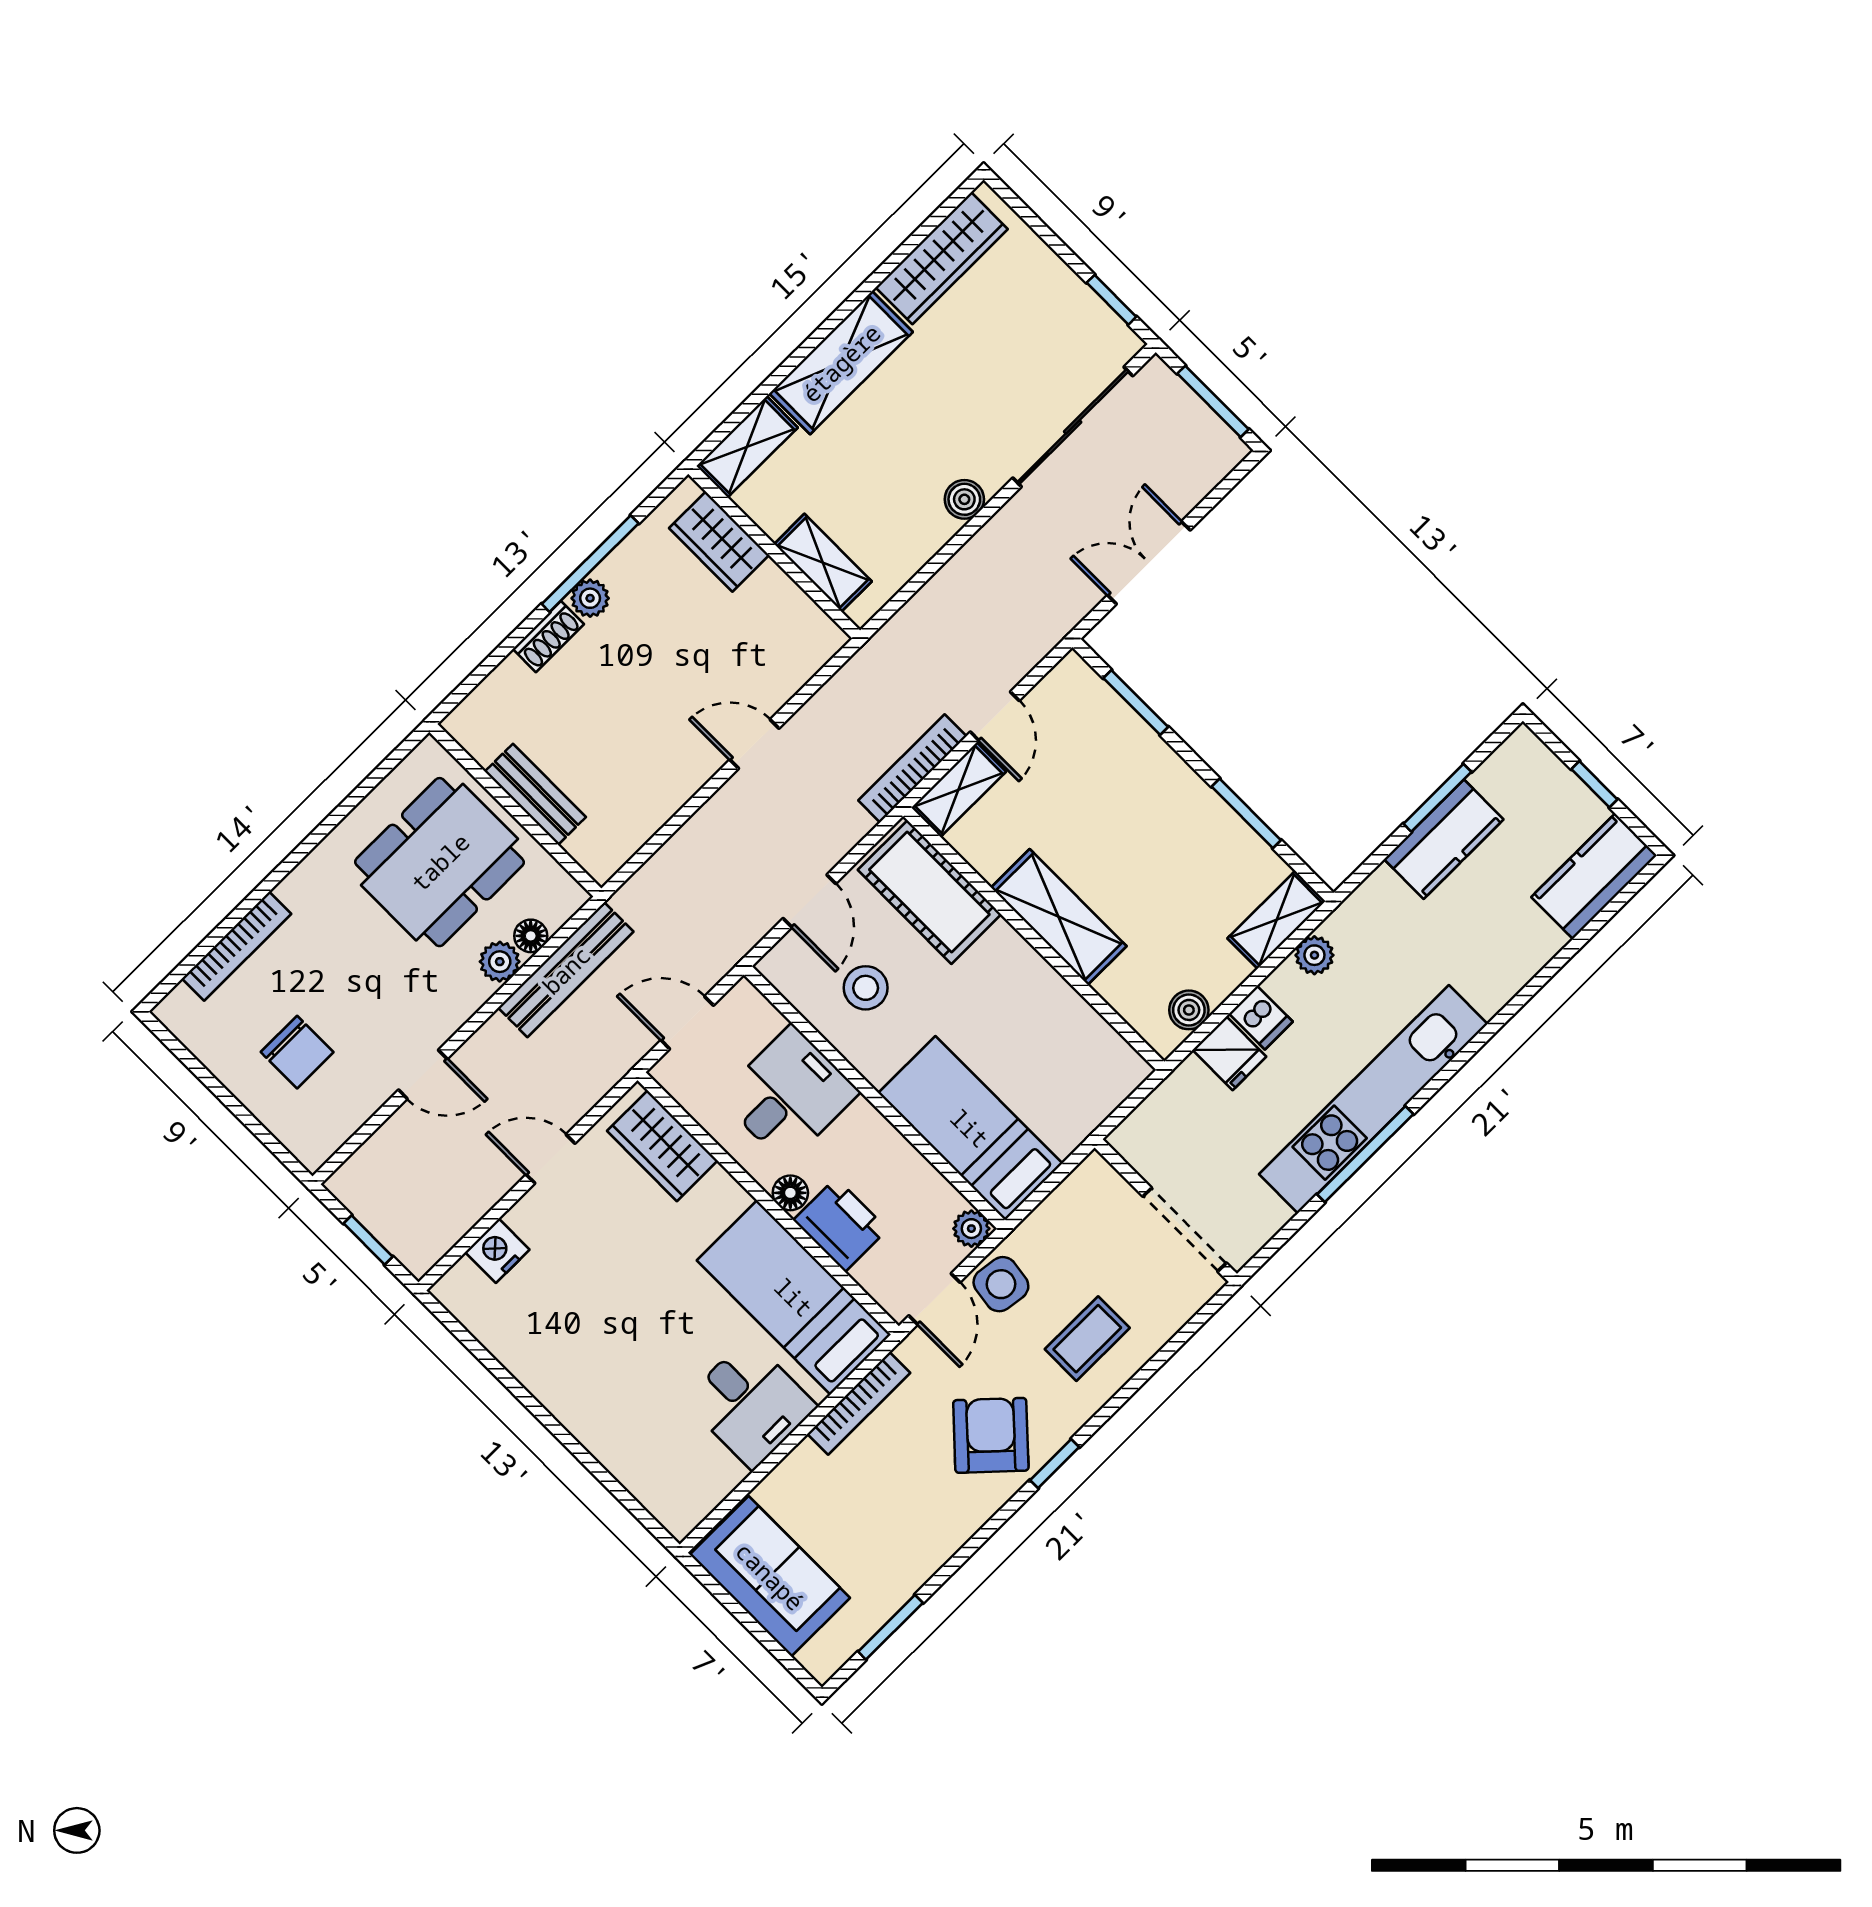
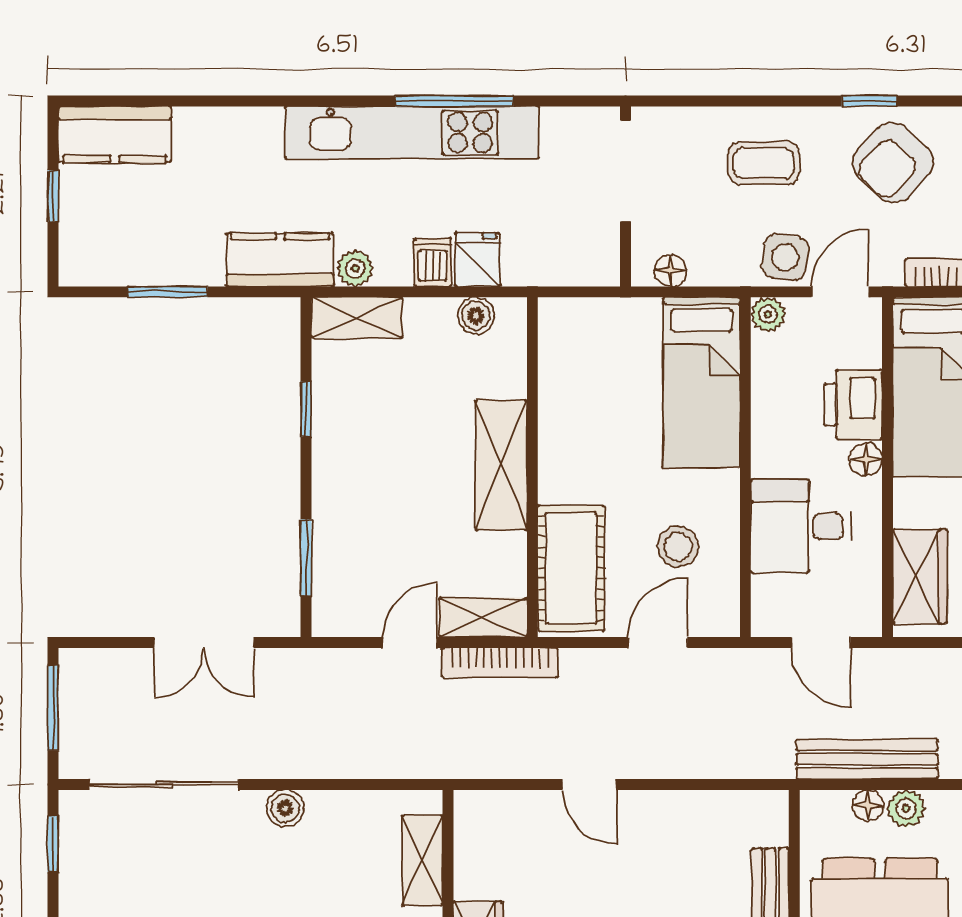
window: (1246, 813) -> (306, 409), width x0.67
kitchen counter: (1444, 839) -> (280, 260), moved
floor lamp: (1077, 1189) -> (671, 271), added

